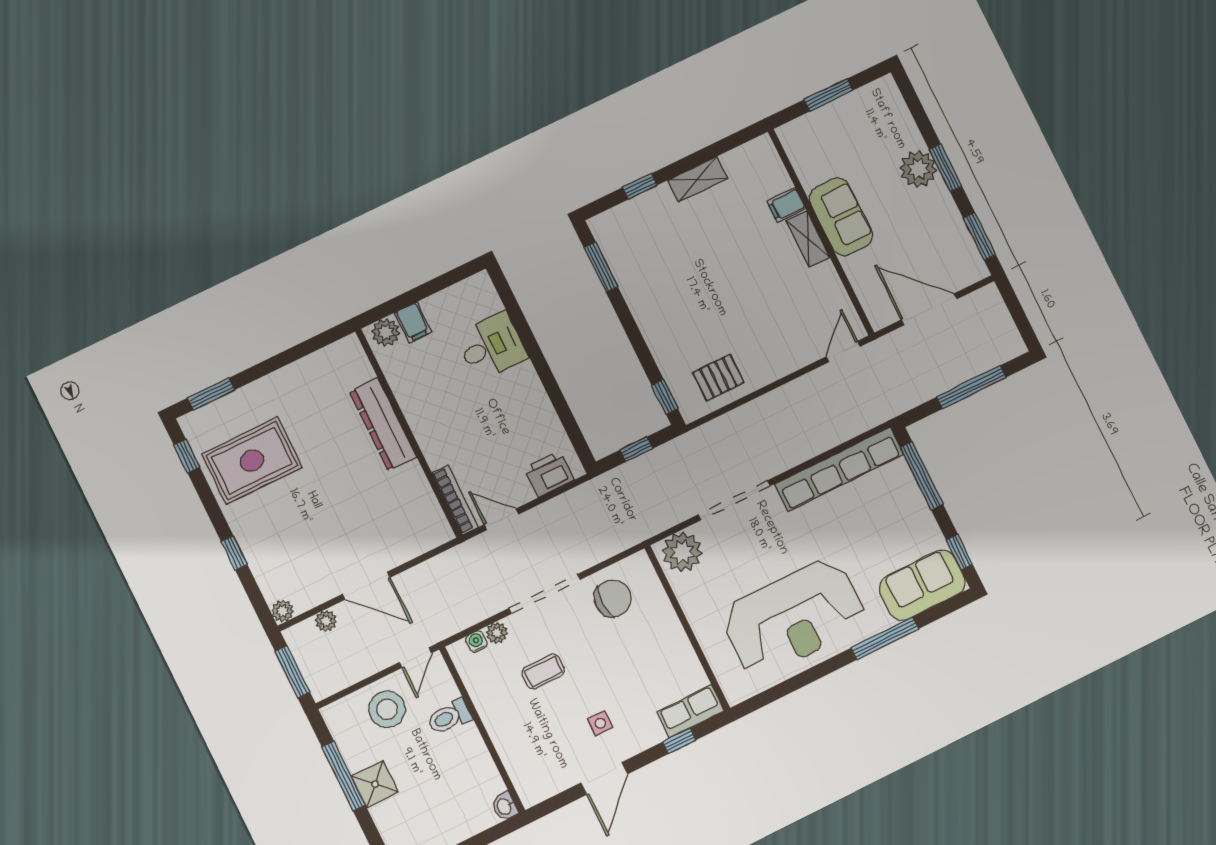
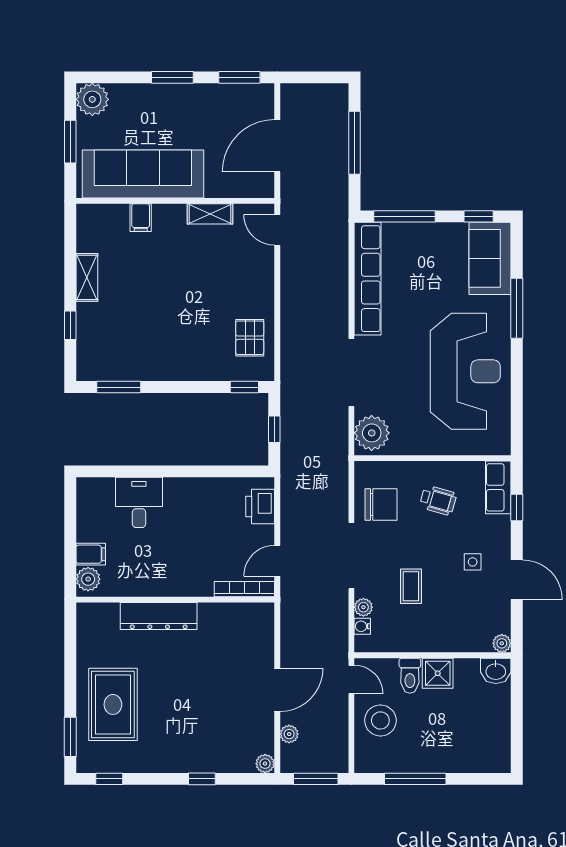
plant: (918, 169) -> (92, 99), moved
sofa: (841, 217) -> (143, 174), width x1.85, depth x1.27
shelving: (808, 239) -> (210, 214), moved
rug: (252, 461) -> (113, 704), moved
chair: (613, 598) -> (381, 505), turned 90
wheelchair: (647, 655) -> (438, 500), added
shower: (375, 784) -> (438, 673), moved
plant: (530, 796) -> (502, 643), added
washbasin: (505, 806) -> (496, 671), width x1.38, depth x1.45

